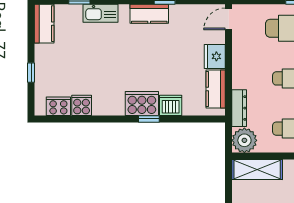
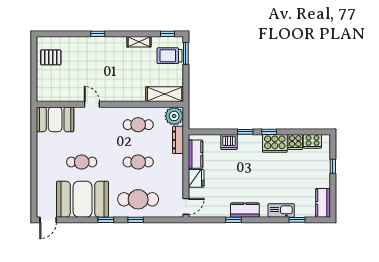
cooker: (142, 103) -> (275, 143), moved
window: (117, 119) -> (269, 132), added

